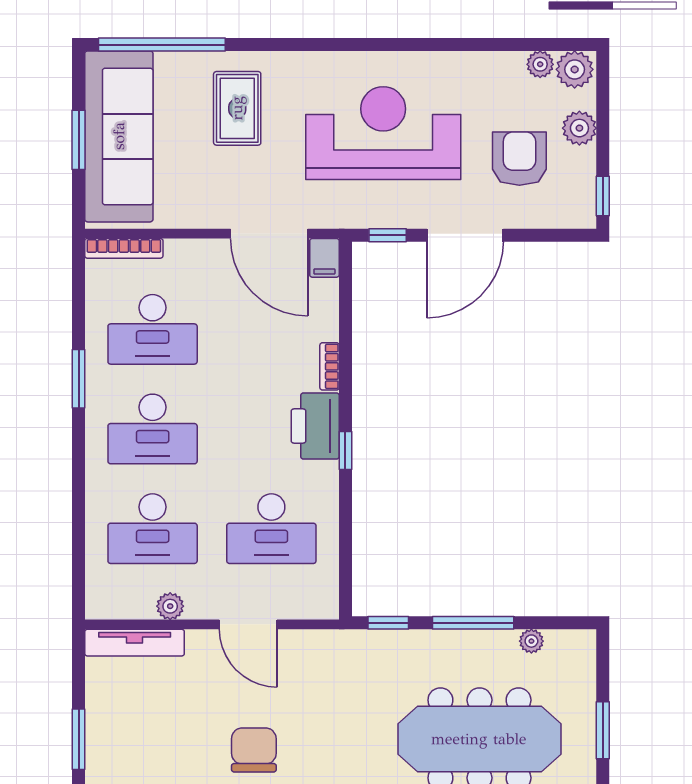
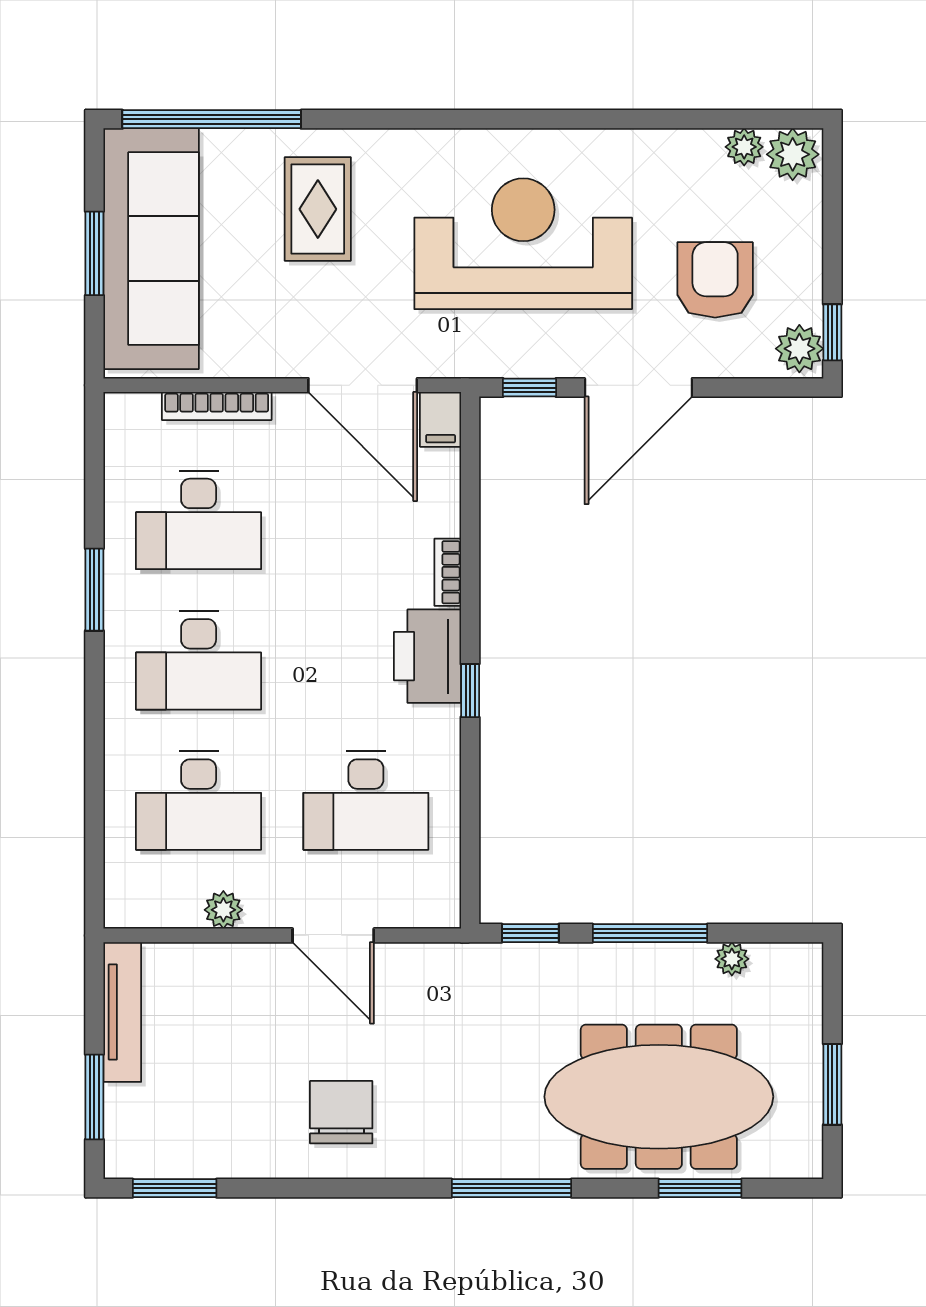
plant: (579, 128) -> (799, 349), moved
bookcase: (124, 248) -> (217, 406), moved
tv unit: (135, 643) -> (122, 1012), moved, turned -90

